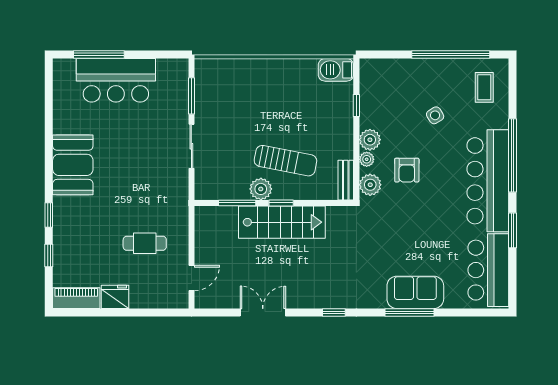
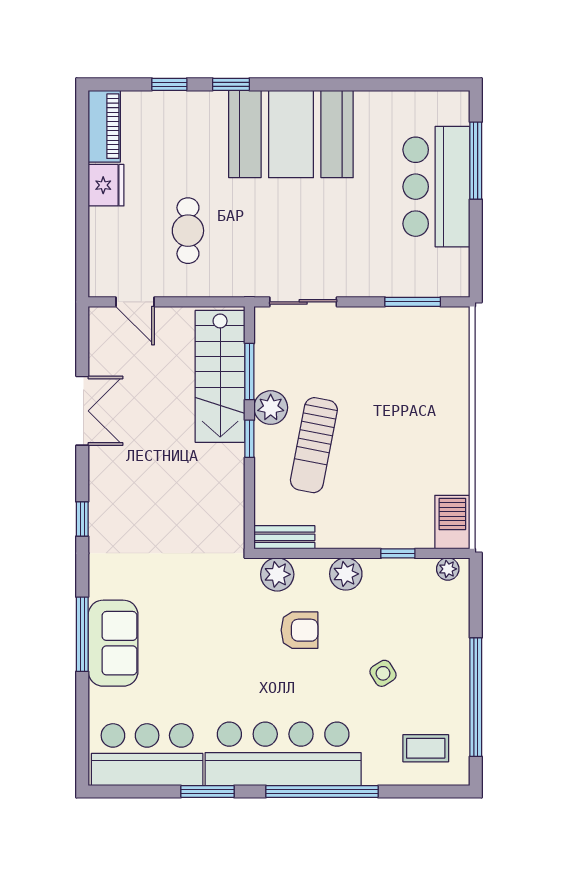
sliding door: (191, 146) -> (303, 302), moved
plant: (367, 159) -> (448, 569), moved
booth: (73, 165) -> (291, 134), width x1.36, depth x1.42
armchair: (407, 170) -> (300, 630), turned 180
stairs: (282, 222) -> (220, 376), moved

